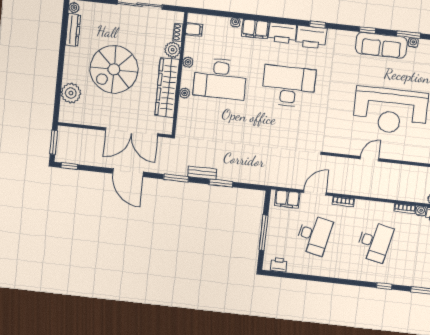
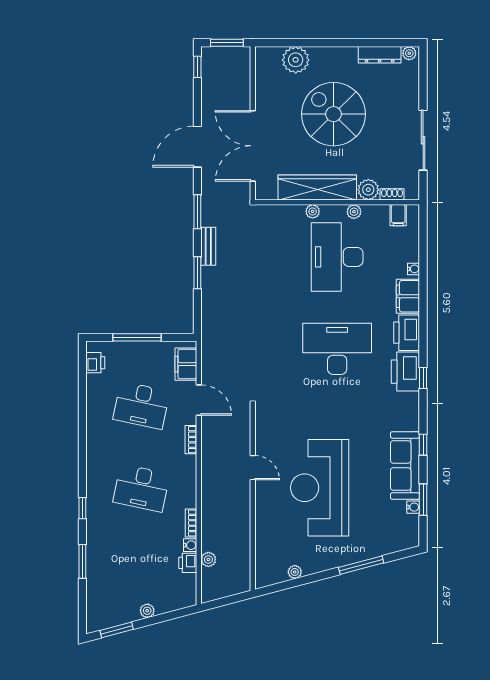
desk: (289, 86) -> (337, 349), turned -90

